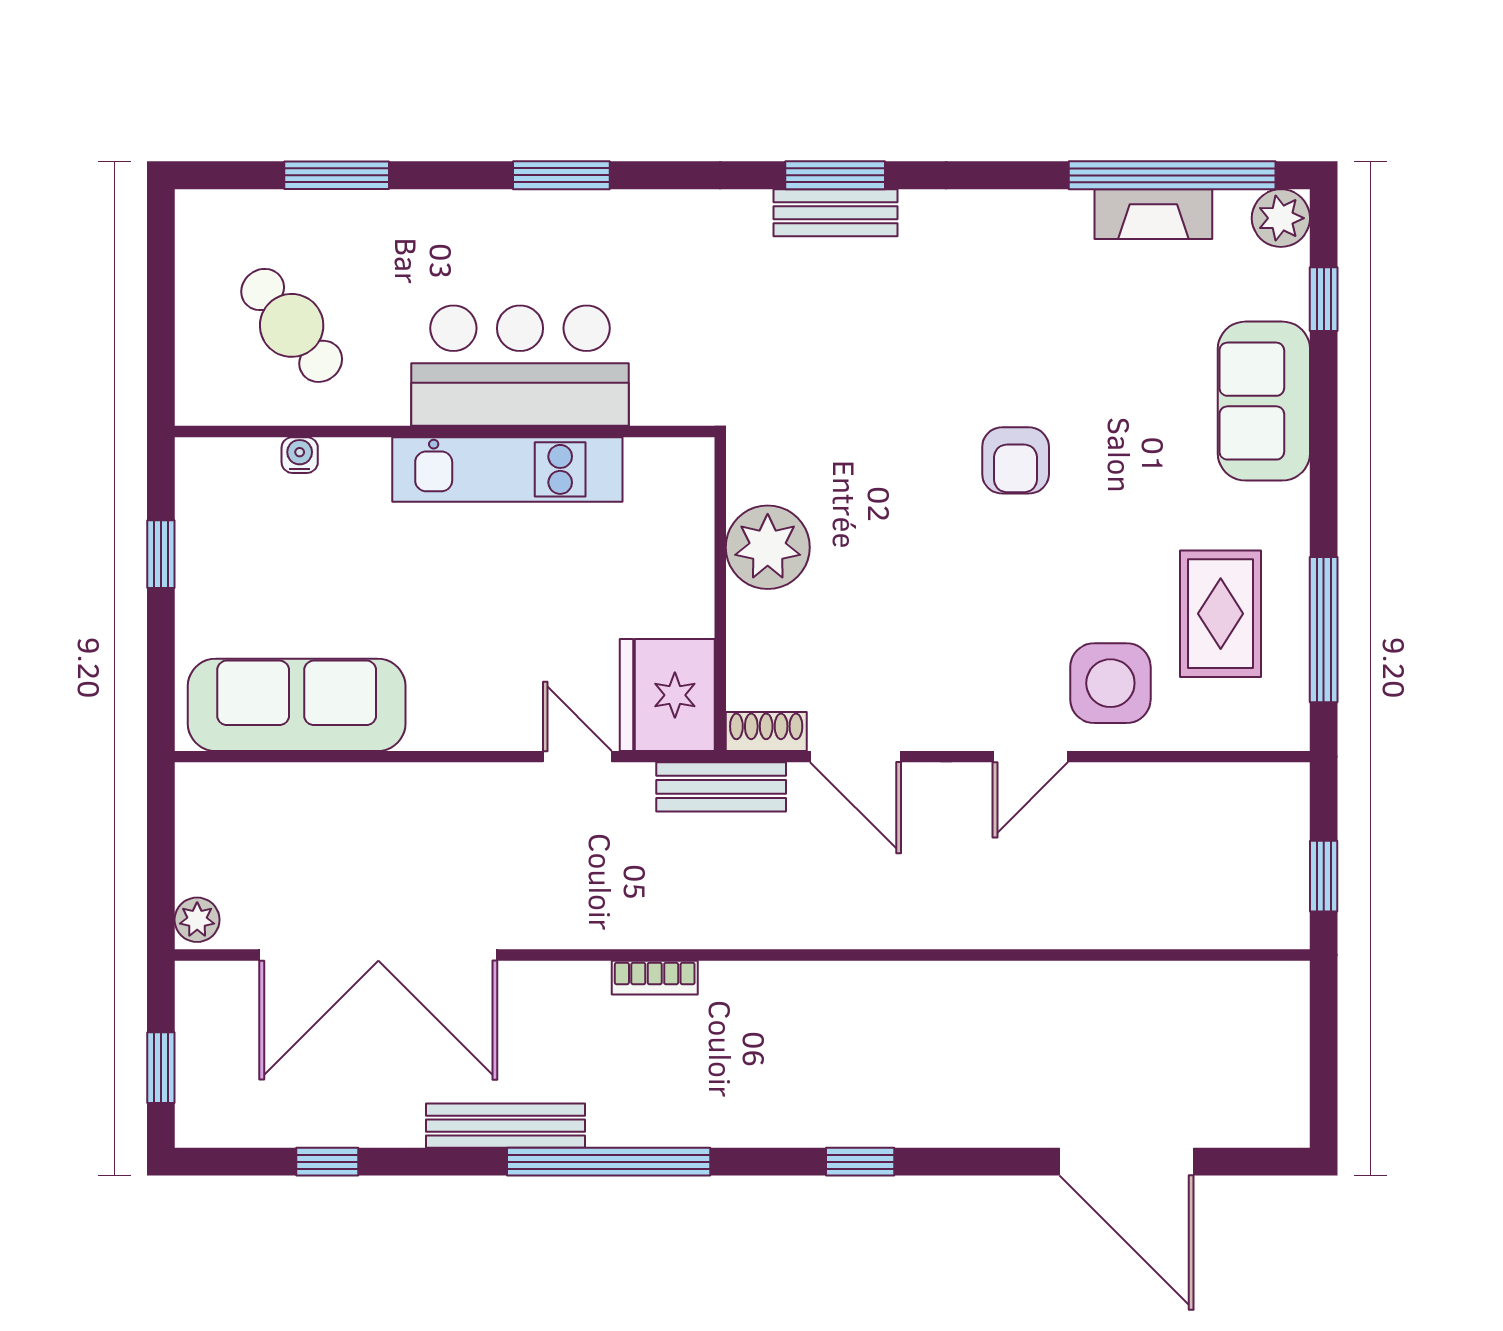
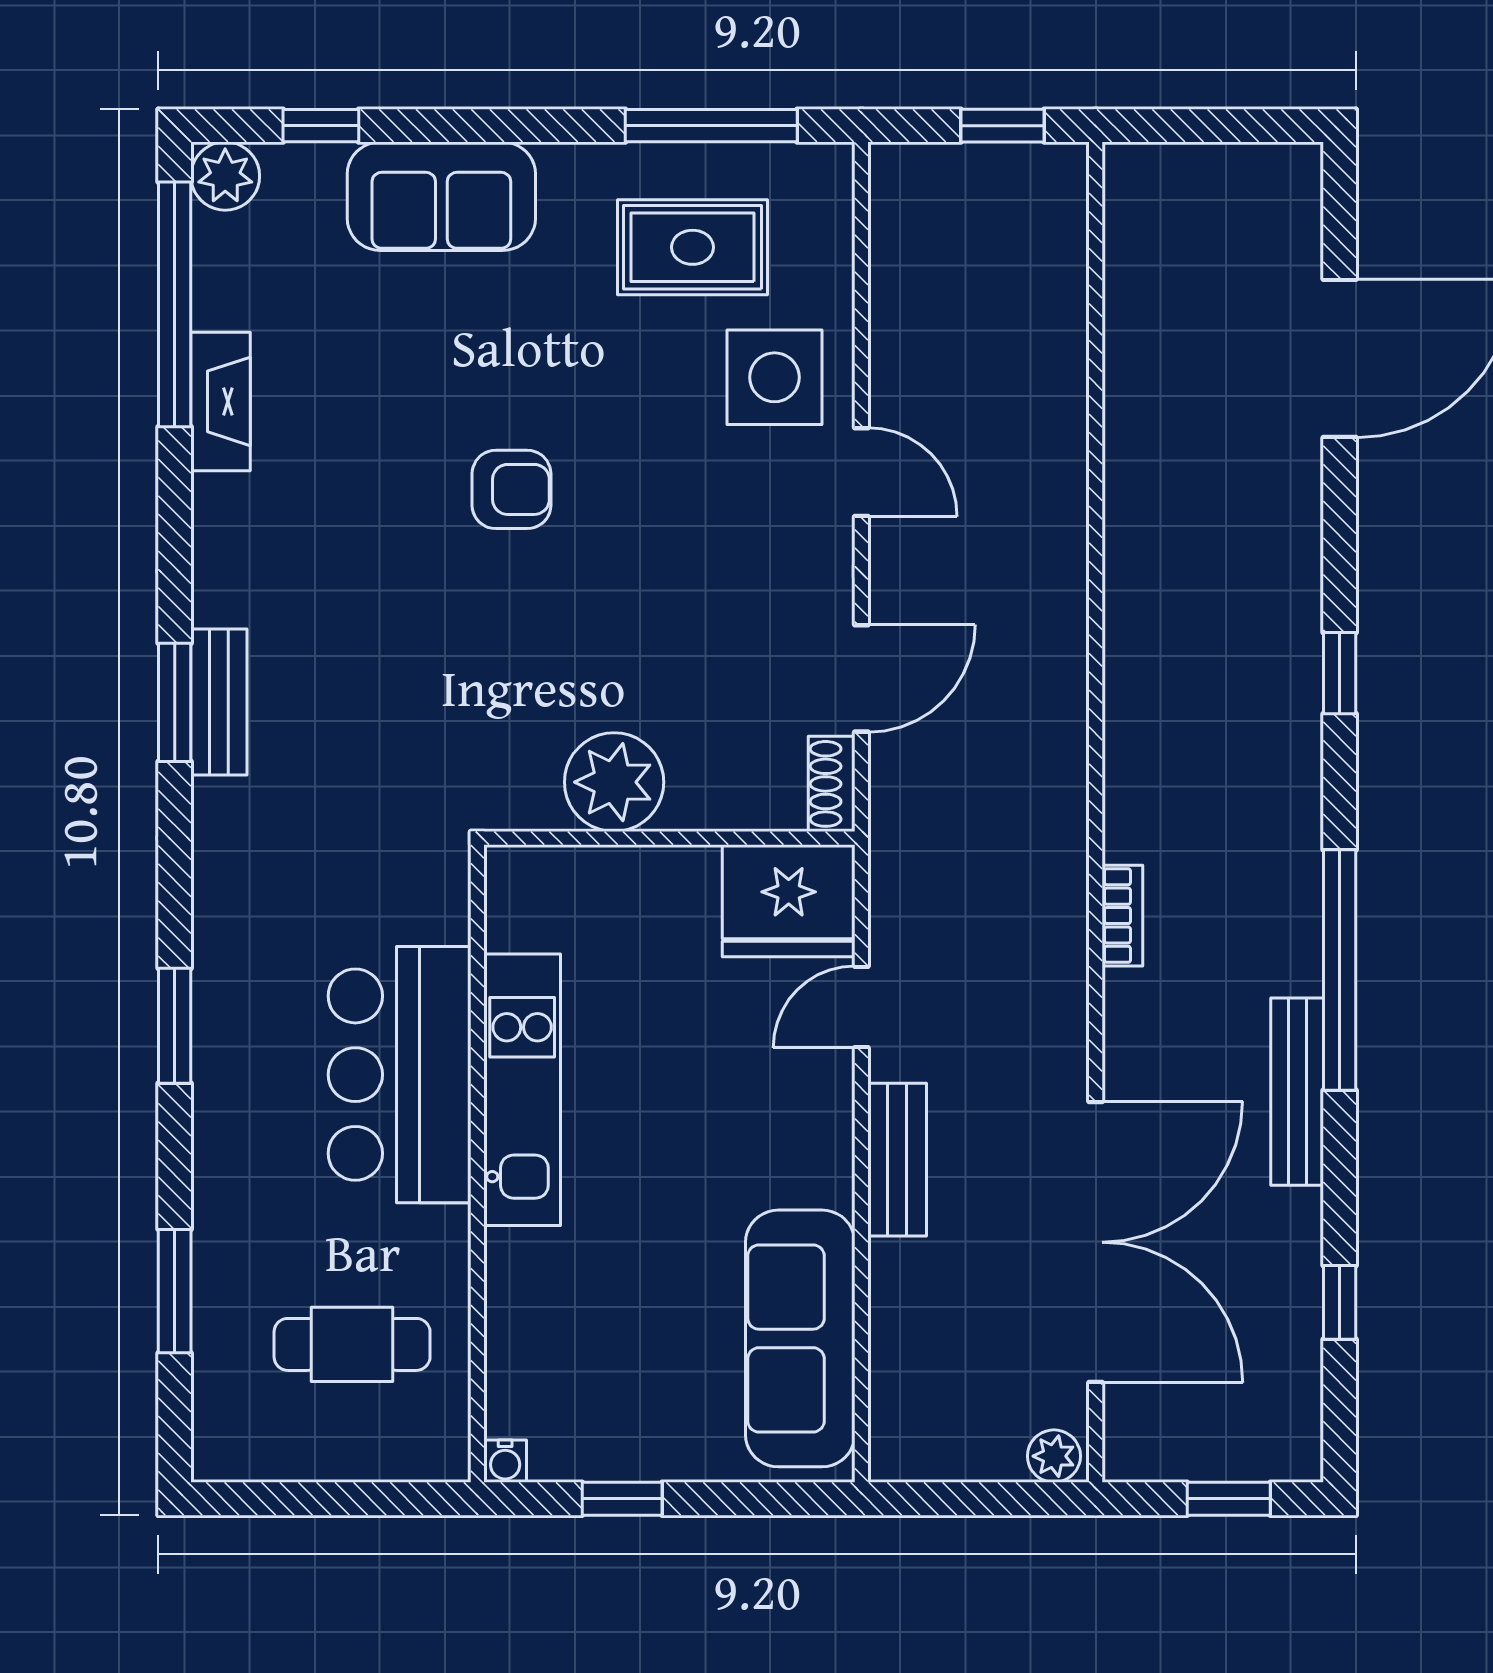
fireplace: (1153, 214) -> (221, 401), moved
cafe table: (292, 325) -> (352, 1344), turned 39
water cooler: (300, 455) -> (505, 1461), moved, turned -90
bench: (721, 787) -> (897, 1160), moved

